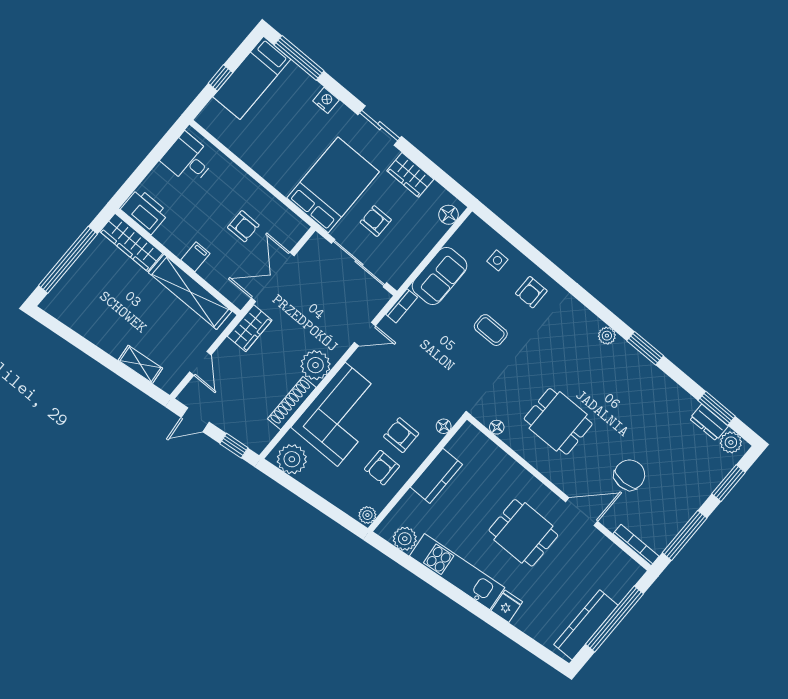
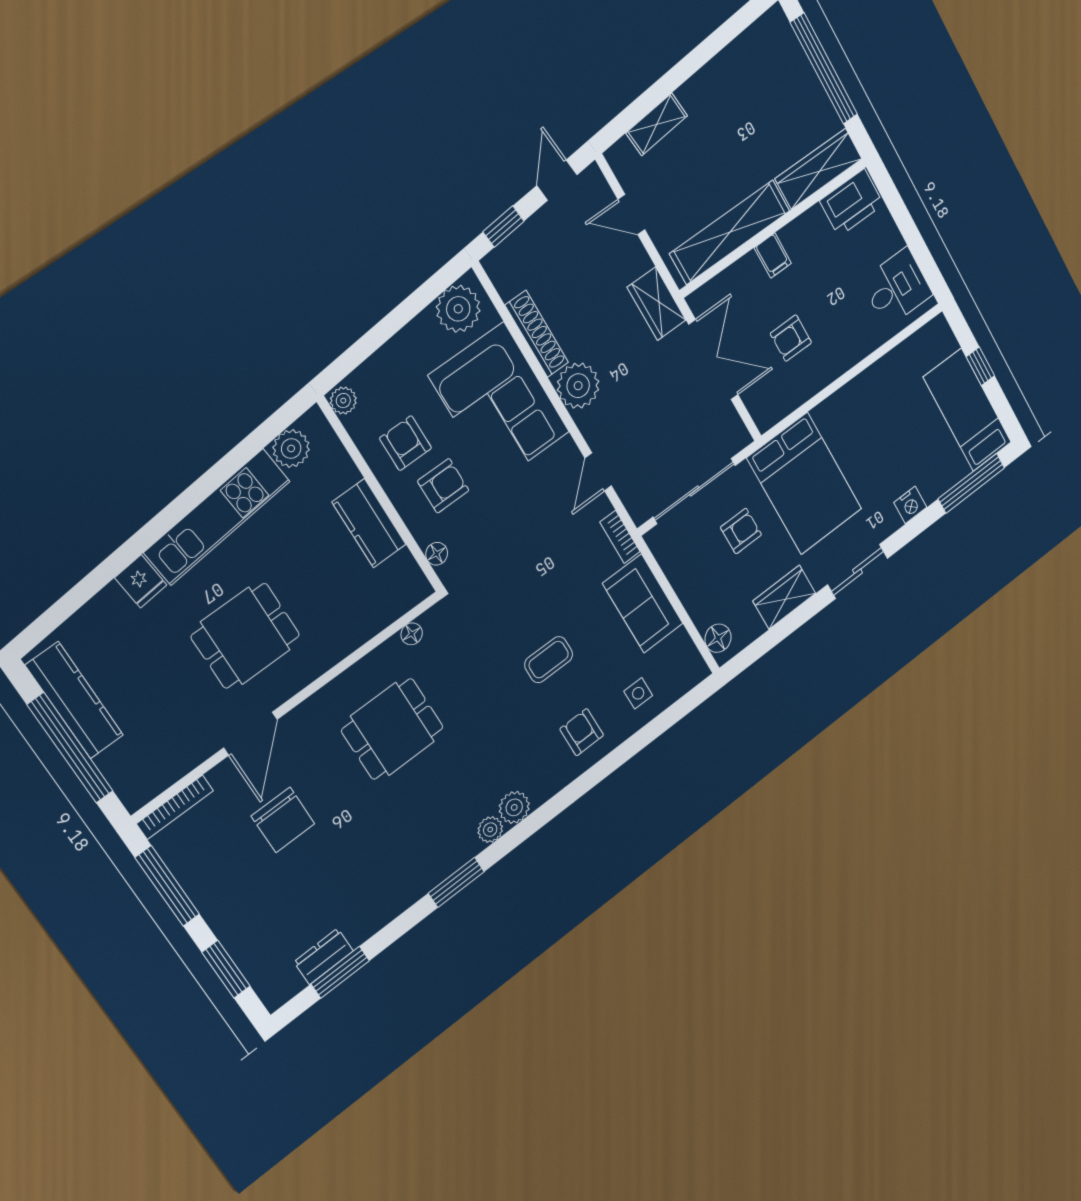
plant: (731, 442) -> (514, 807), moved

